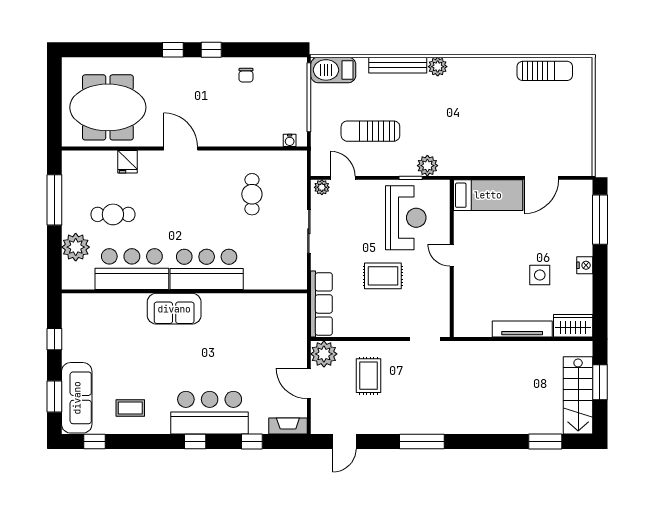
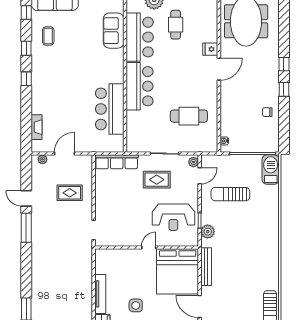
bench: (398, 65) -> (206, 267), moved
plant: (438, 67) -> (273, 238), removed
sun lounger: (370, 131) -> (230, 194), turned -90
fridge: (128, 162) -> (210, 49), moved
cafe table: (252, 194) -> (189, 116), width x1.37, depth x1.35
bed: (488, 195) -> (178, 271), width x2.04
rug: (383, 276) -> (157, 180), moved, turned 90
sofa: (174, 309) -> (114, 31), moved
plant: (324, 354) -> (42, 159), moved, width x0.53, depth x0.53
bar counter: (210, 413) -> (110, 109), moved, turned 180
fireplace: (288, 426) -> (36, 127), moved
window: (252, 441) -> (26, 48), moved
door: (344, 441) -> (26, 198), moved

